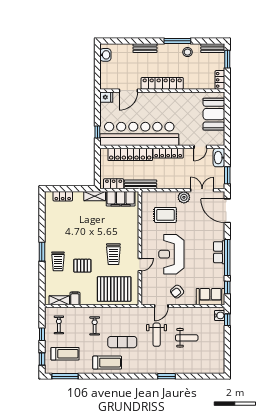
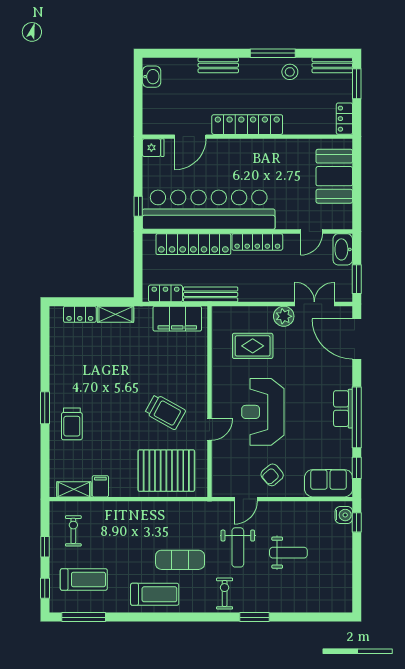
shelving: (95, 196) -> (115, 314), moved
trolley: (113, 254) -> (165, 412), turned -61
pallet: (82, 266) -> (113, 431), removed
exercise bike: (95, 326) -> (225, 593), moved

